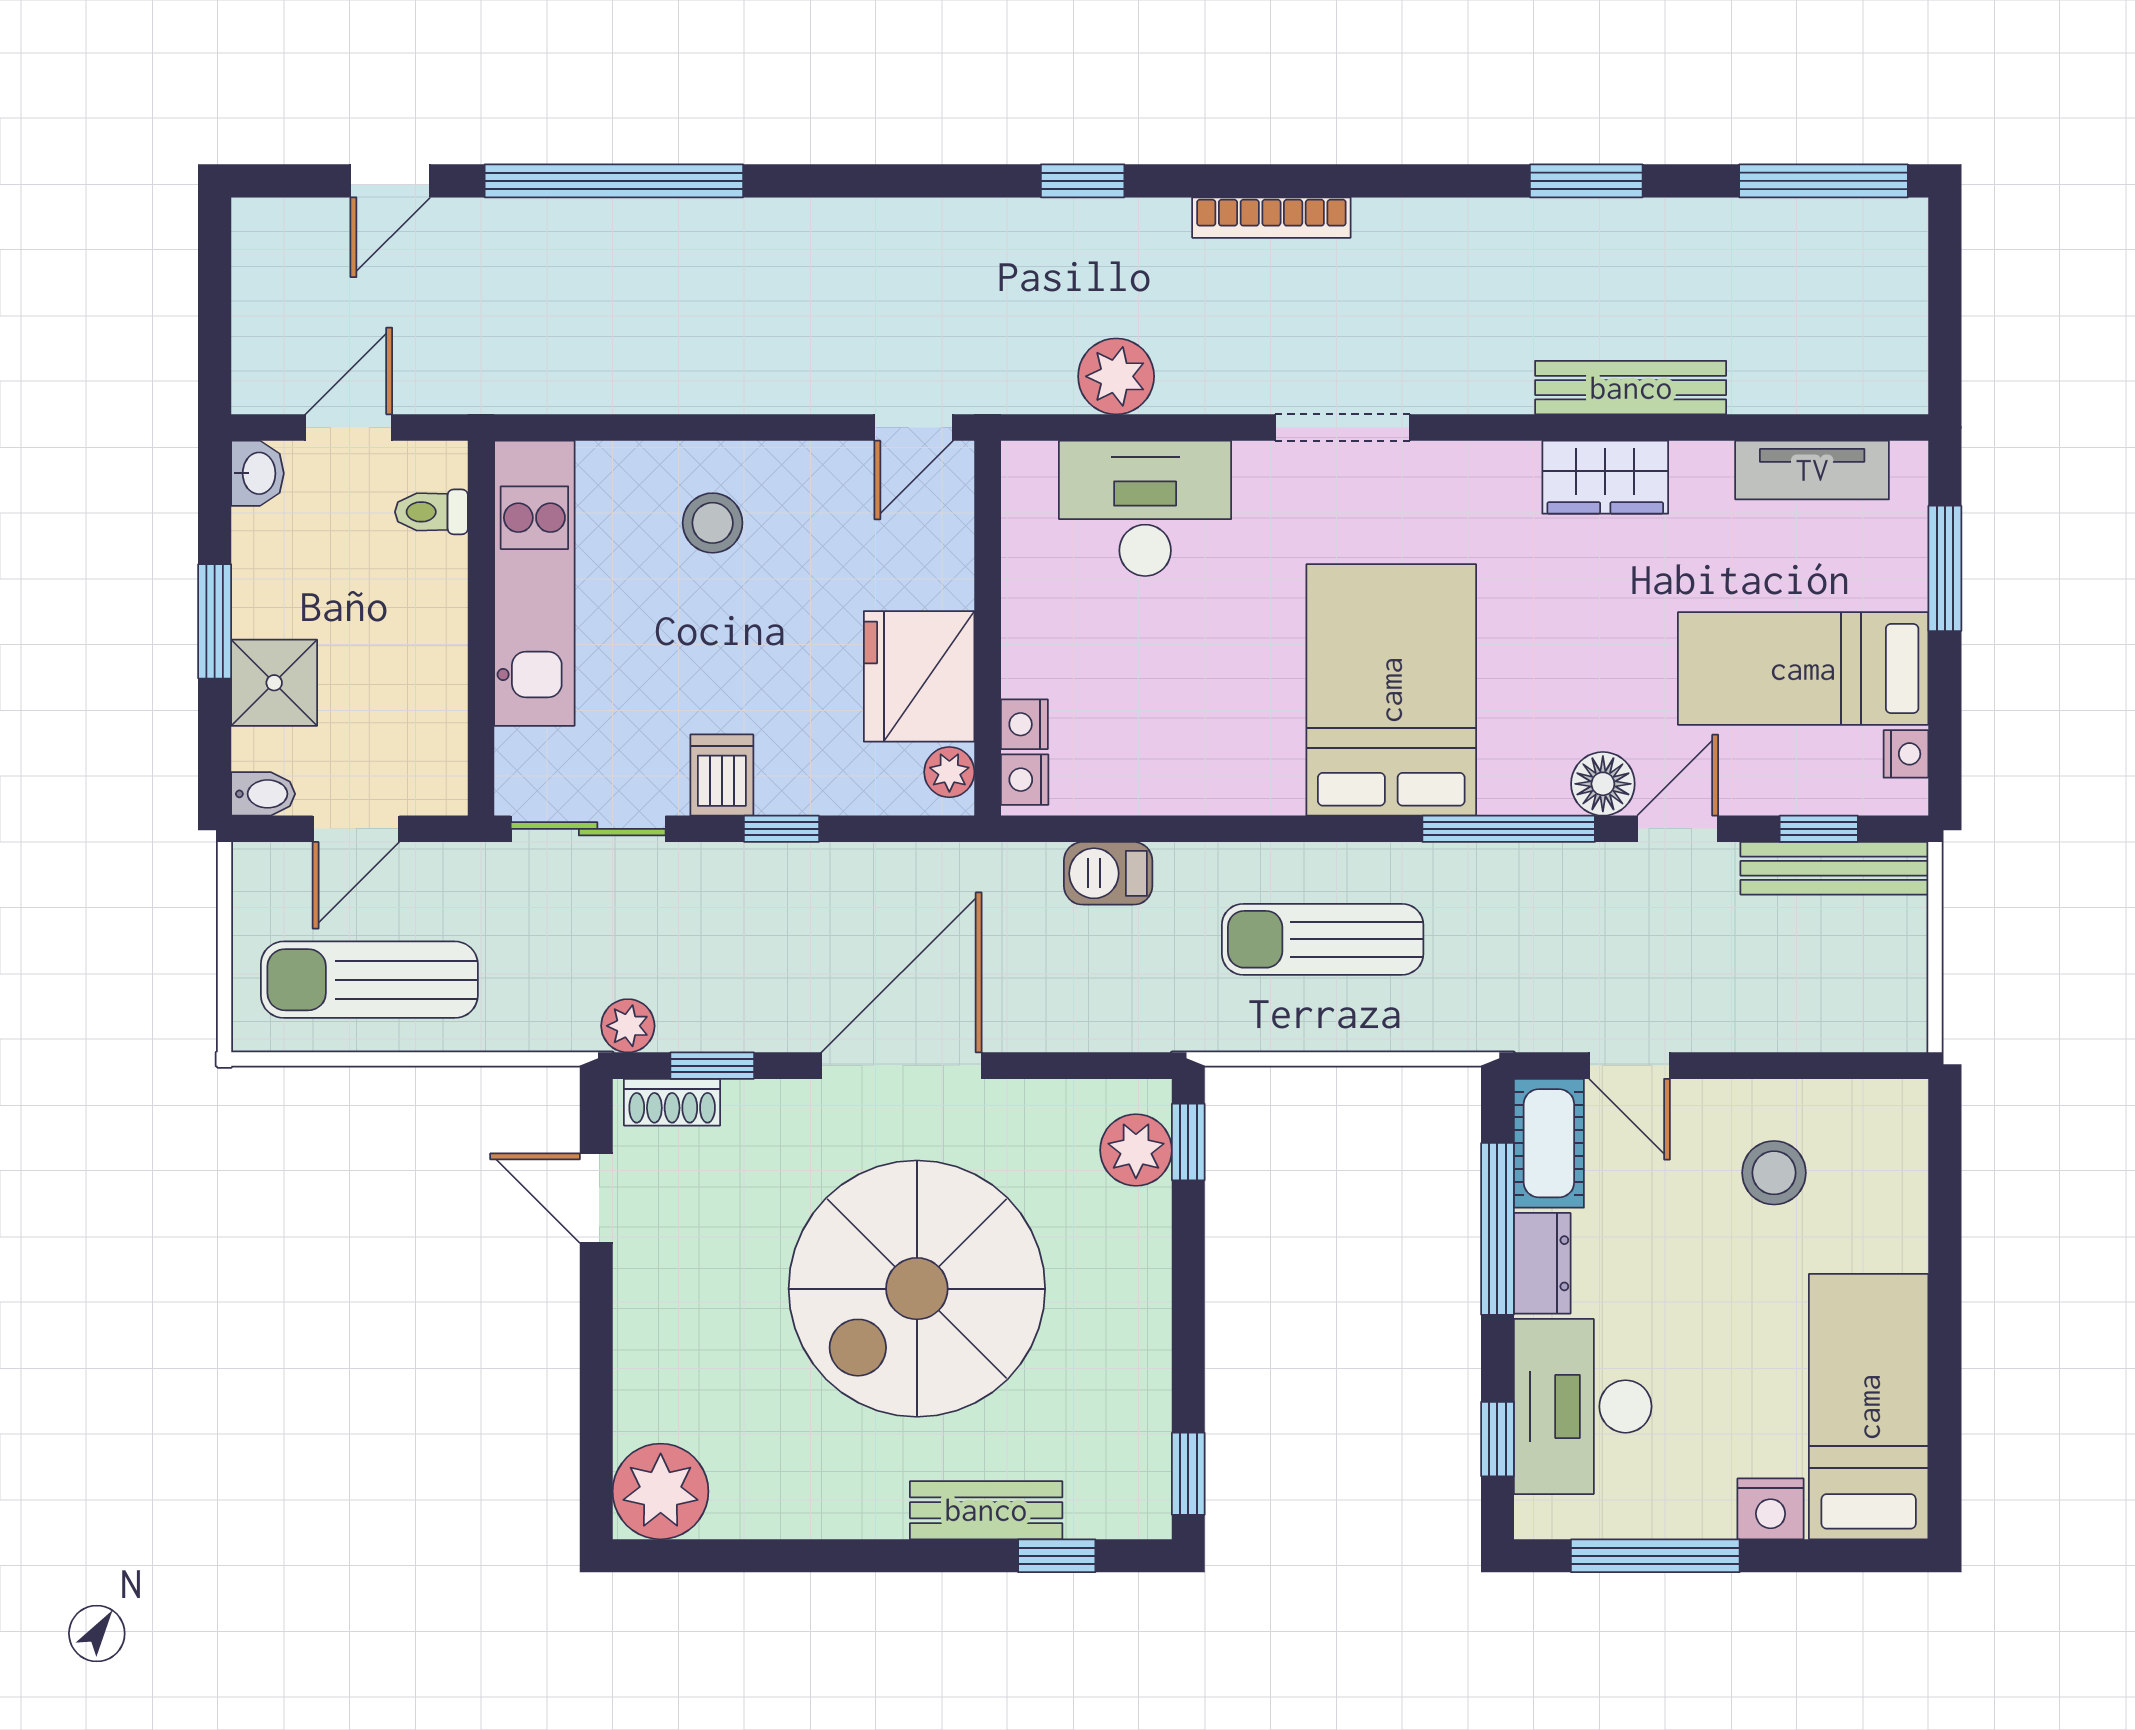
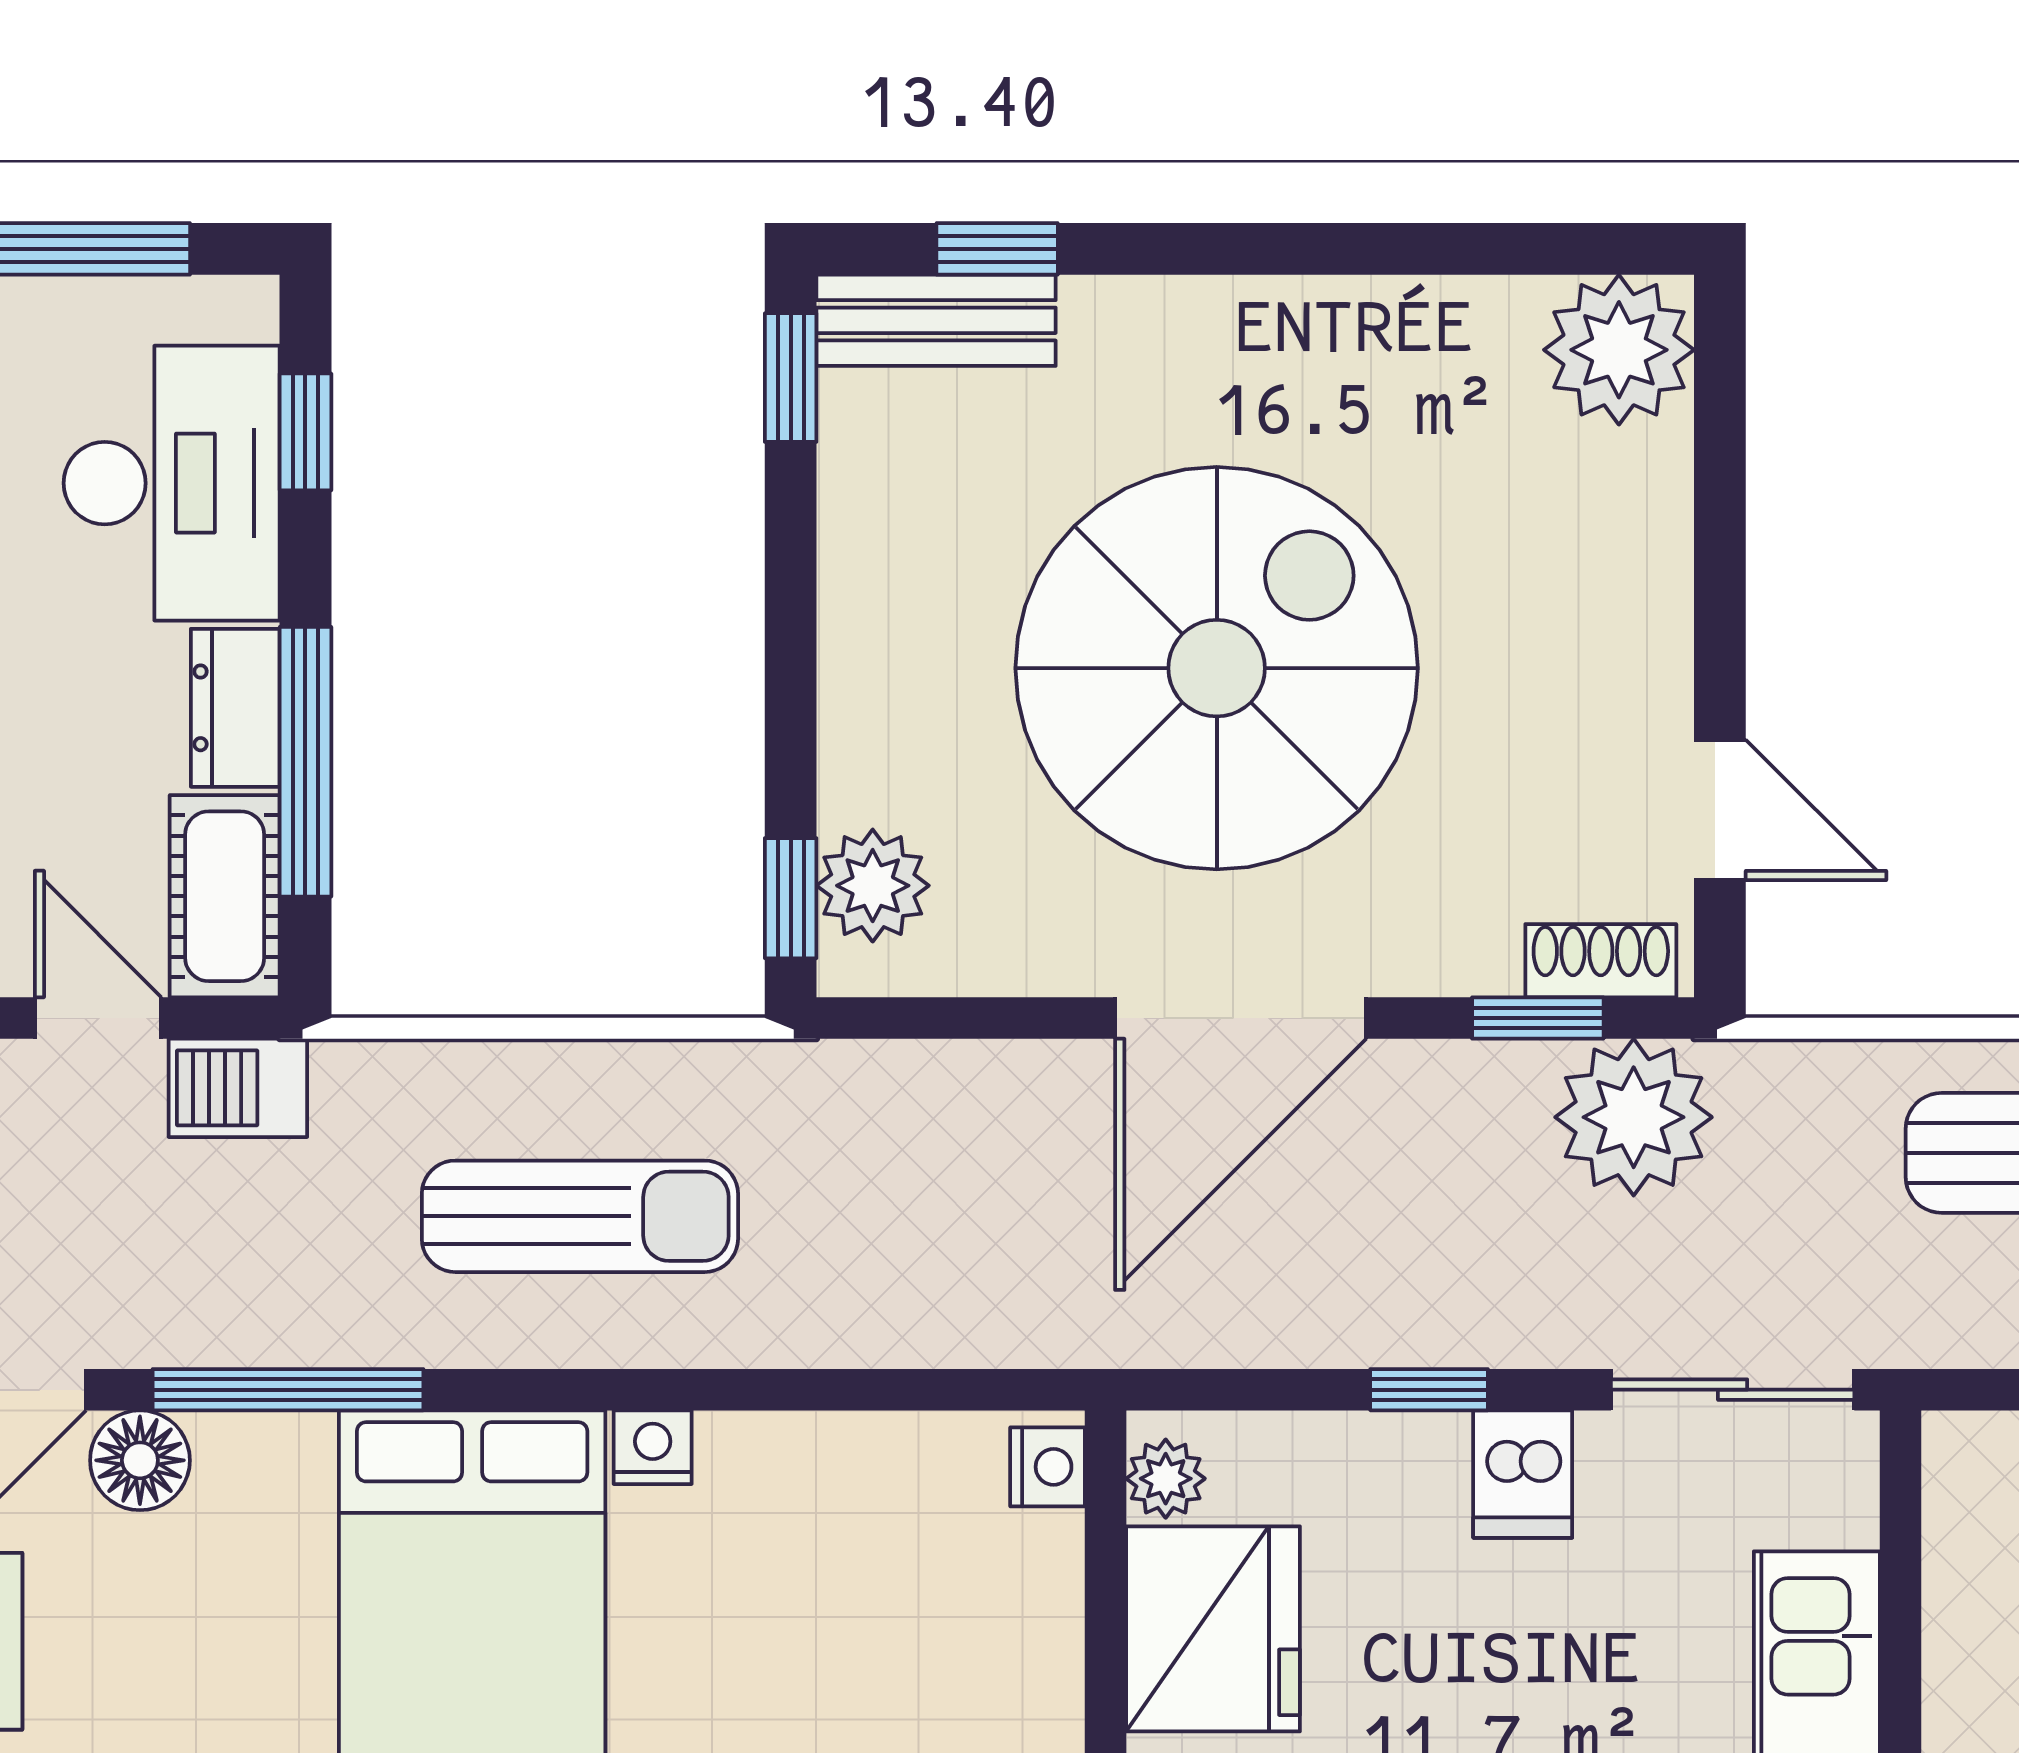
nightstand: (1024, 724) -> (653, 1447), moved, turned -90
barbecue: (1108, 873) -> (238, 1088), moved, turned 180
plant: (628, 1026) -> (1634, 1117), width x1.87, depth x1.87
bench: (986, 1510) -> (936, 320), moved

